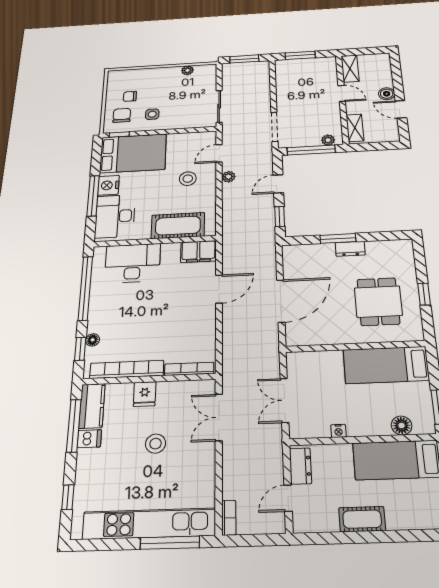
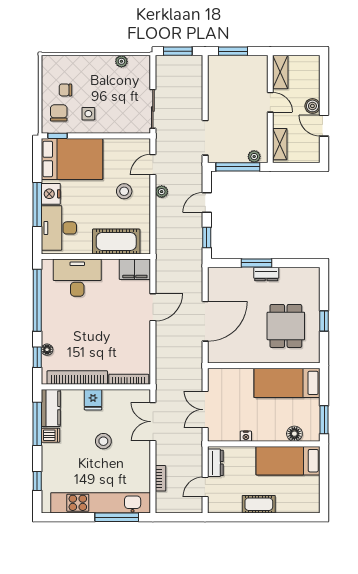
bookcase: (229, 518) -> (161, 478), moved

